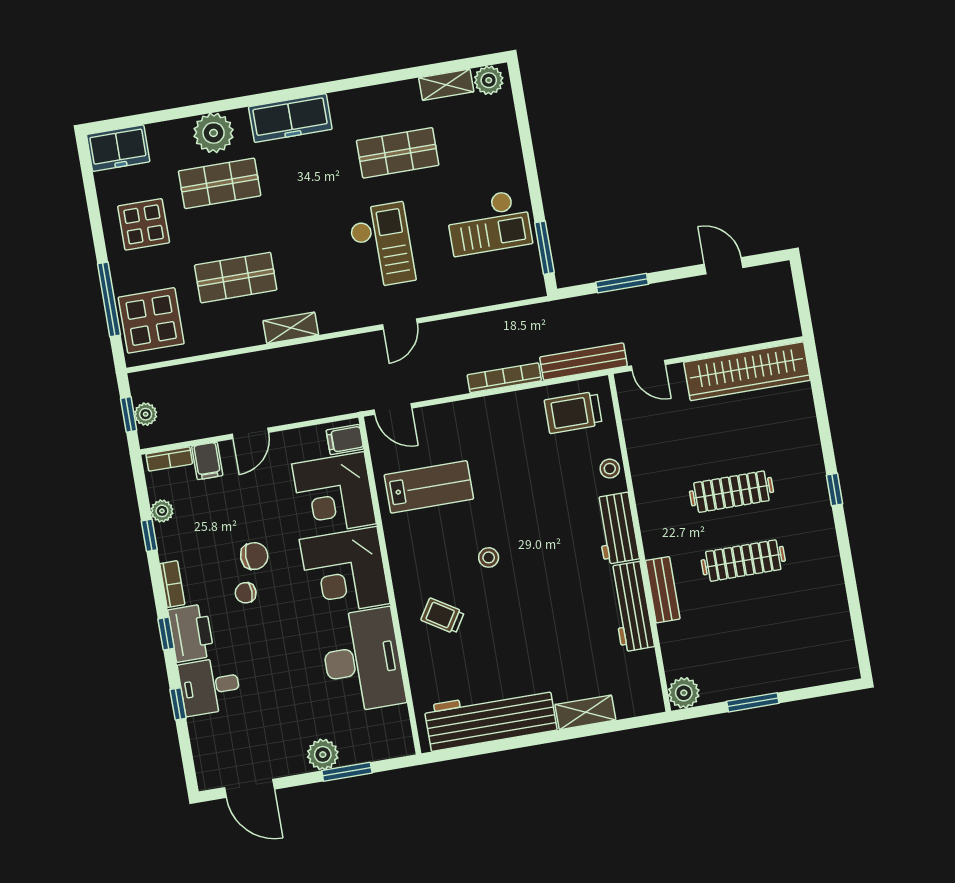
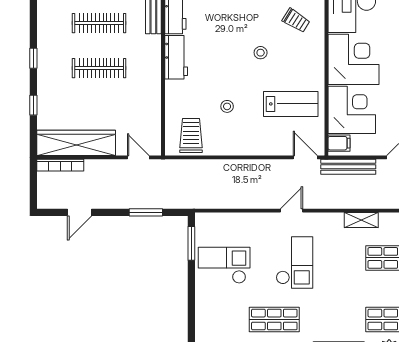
checkout: (382, 245) -> (294, 262), turned 180
door: (724, 266) -> (80, 212), hinge flipped
bench: (583, 362) -> (348, 167), moved
bookcase: (504, 378) -> (60, 165), moved
trolley: (573, 412) -> (191, 136), turned -90
window: (822, 418) -> (33, 105), added
stool: (610, 469) -> (227, 106), moved
lab bench: (429, 487) -> (291, 104), turned 180

